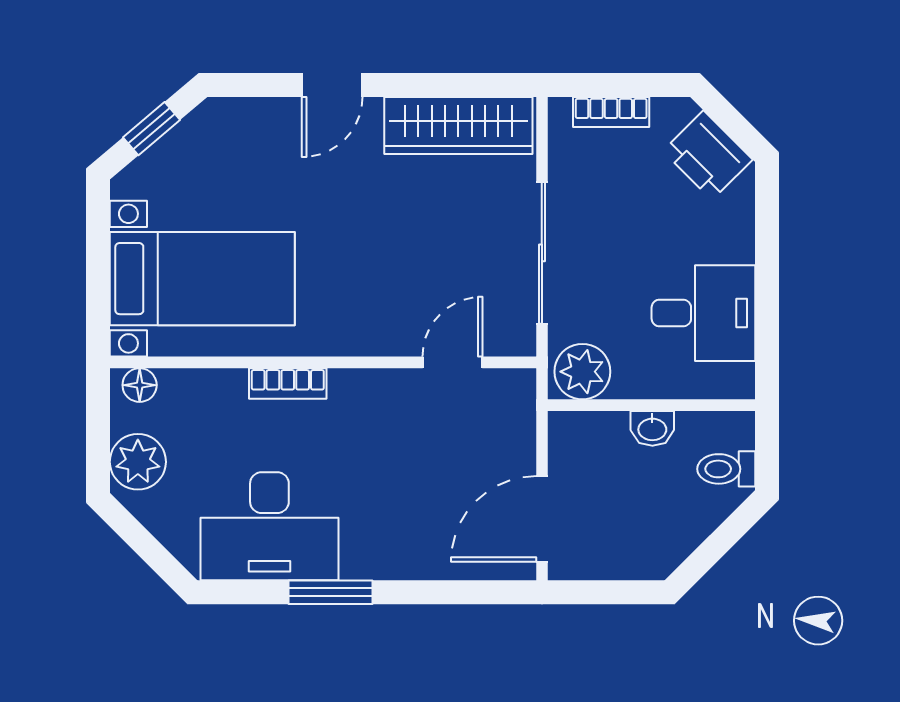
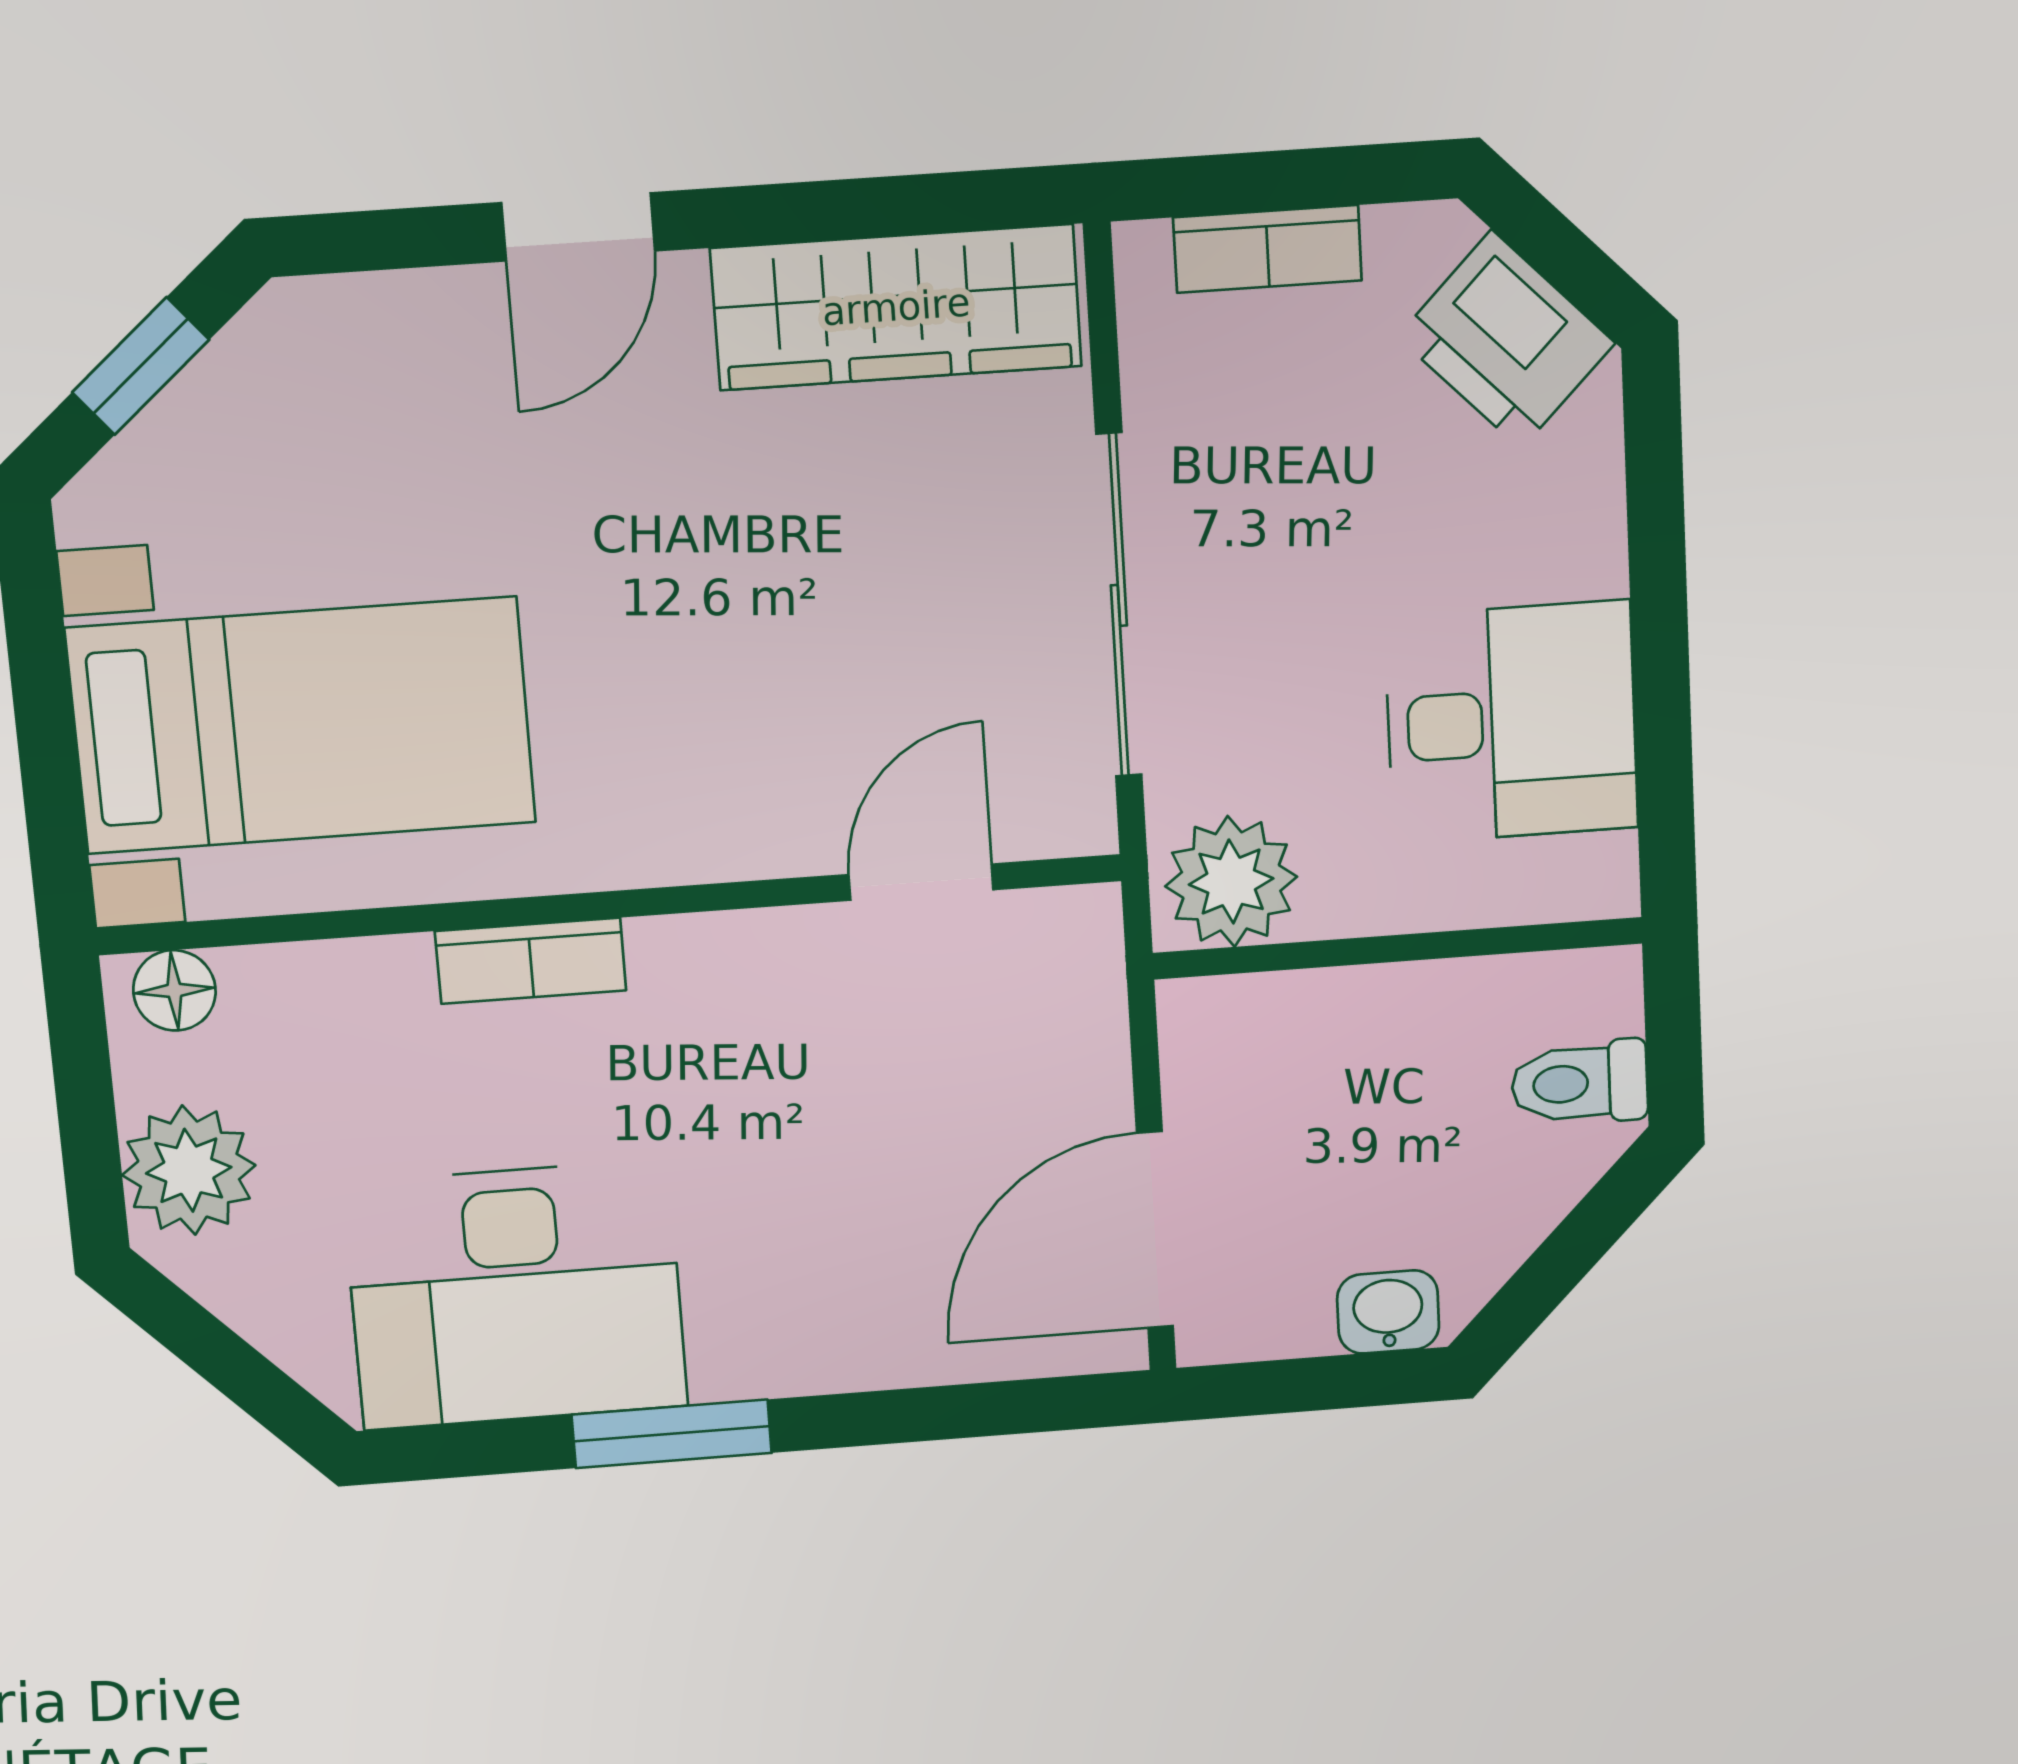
washbasin: (652, 428) -> (1388, 1312), moved, turned 180

